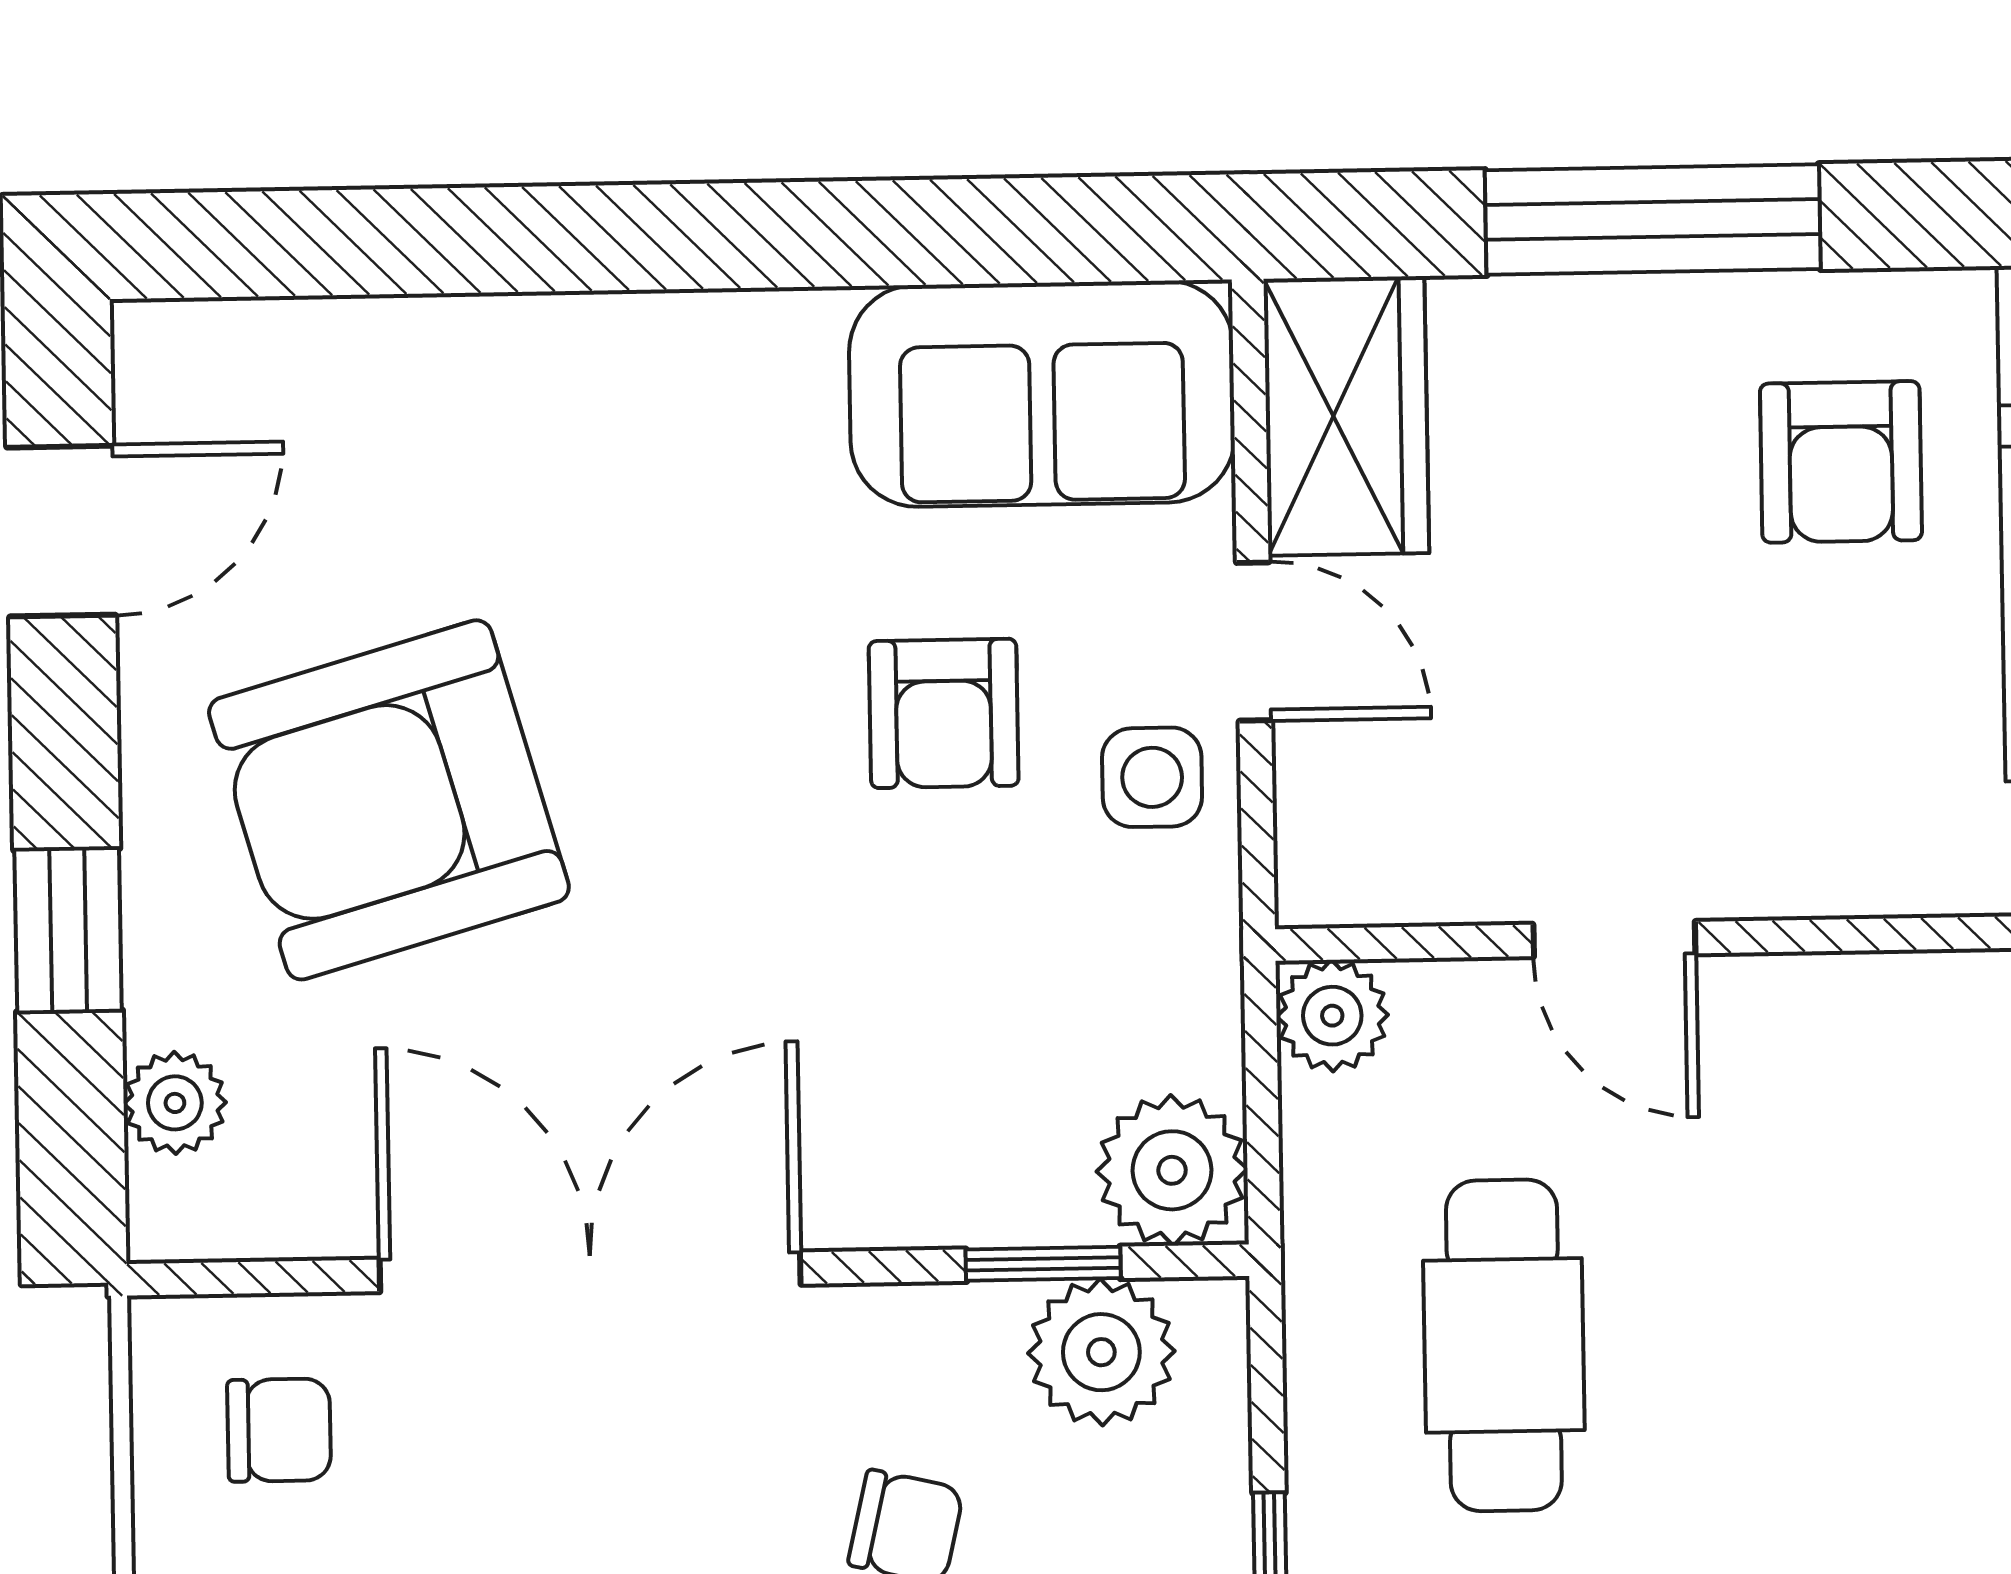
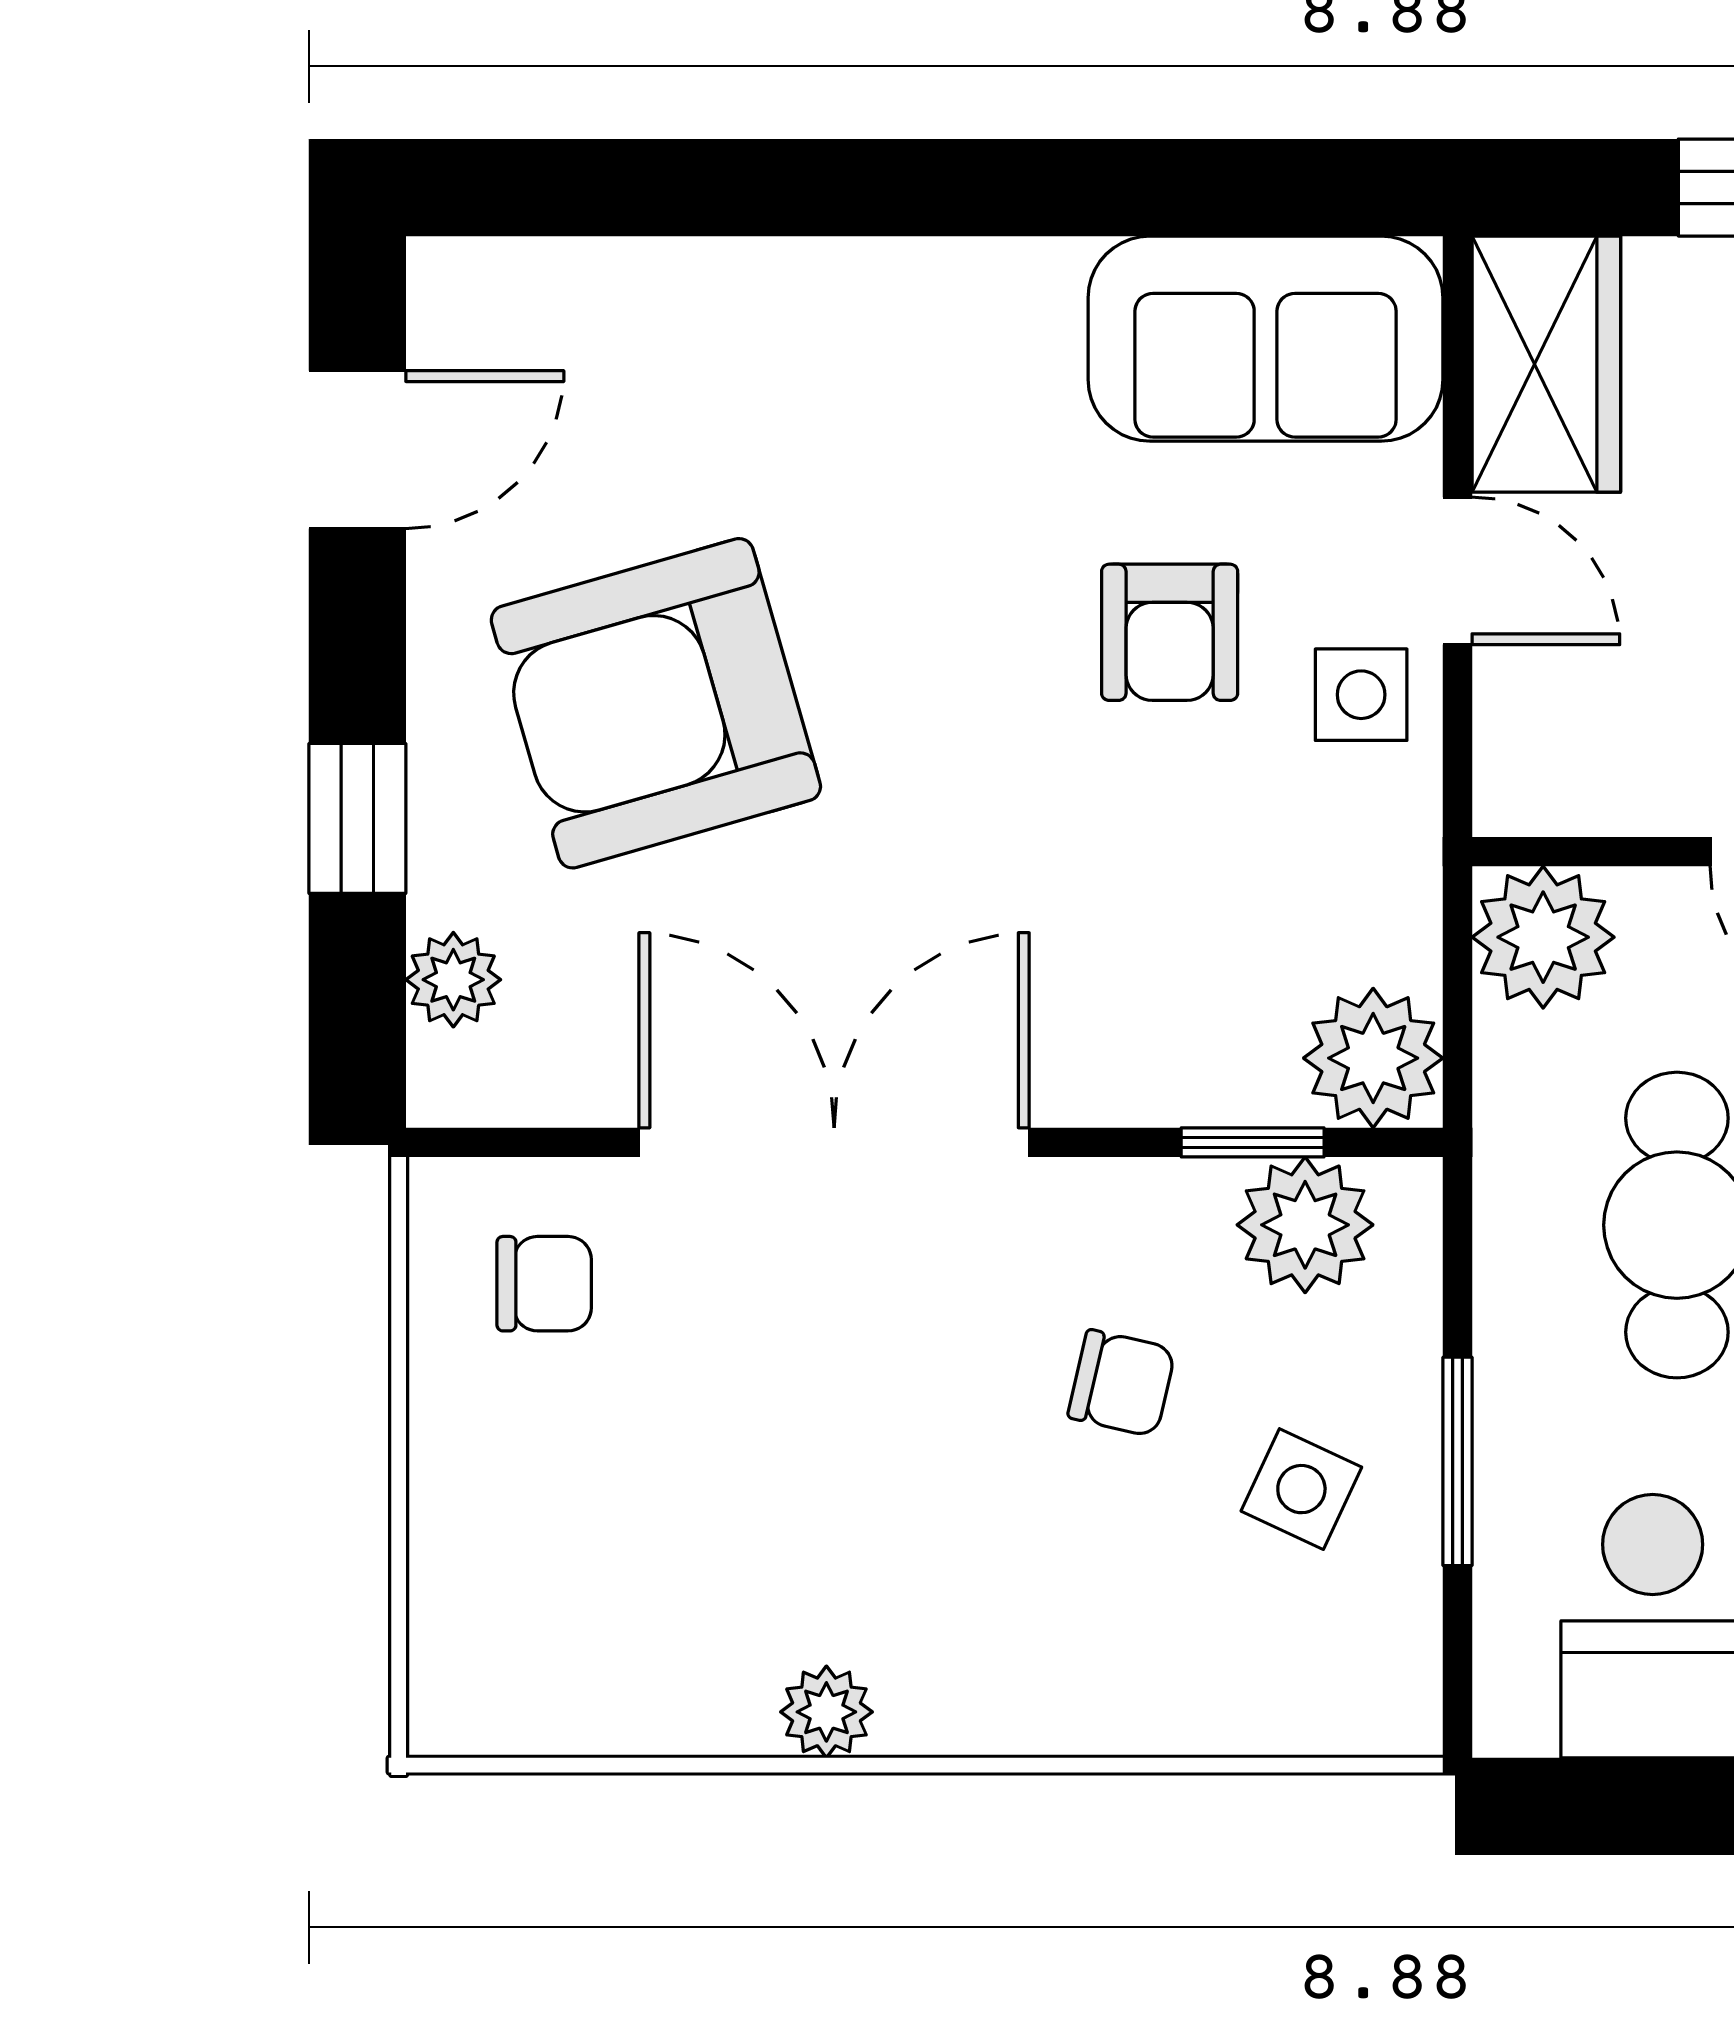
plant: (1332, 1016) -> (1543, 937), width x1.38, depth x1.38

